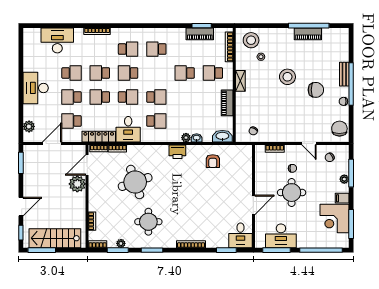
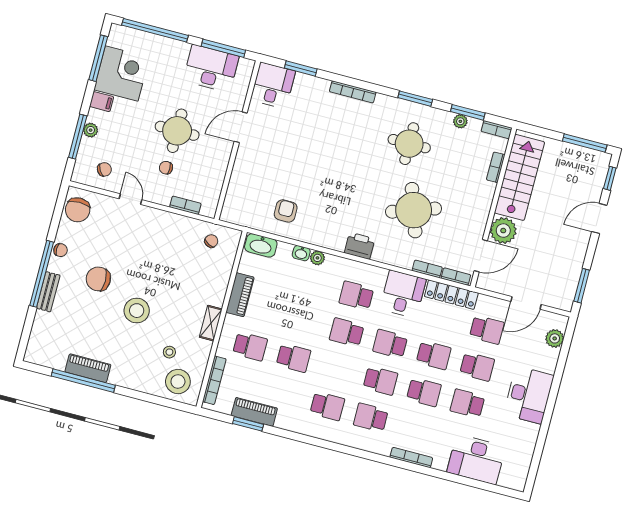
printer: (177, 152) -> (360, 246), moved
stairs: (55, 238) -> (519, 177), moved, turned -90

